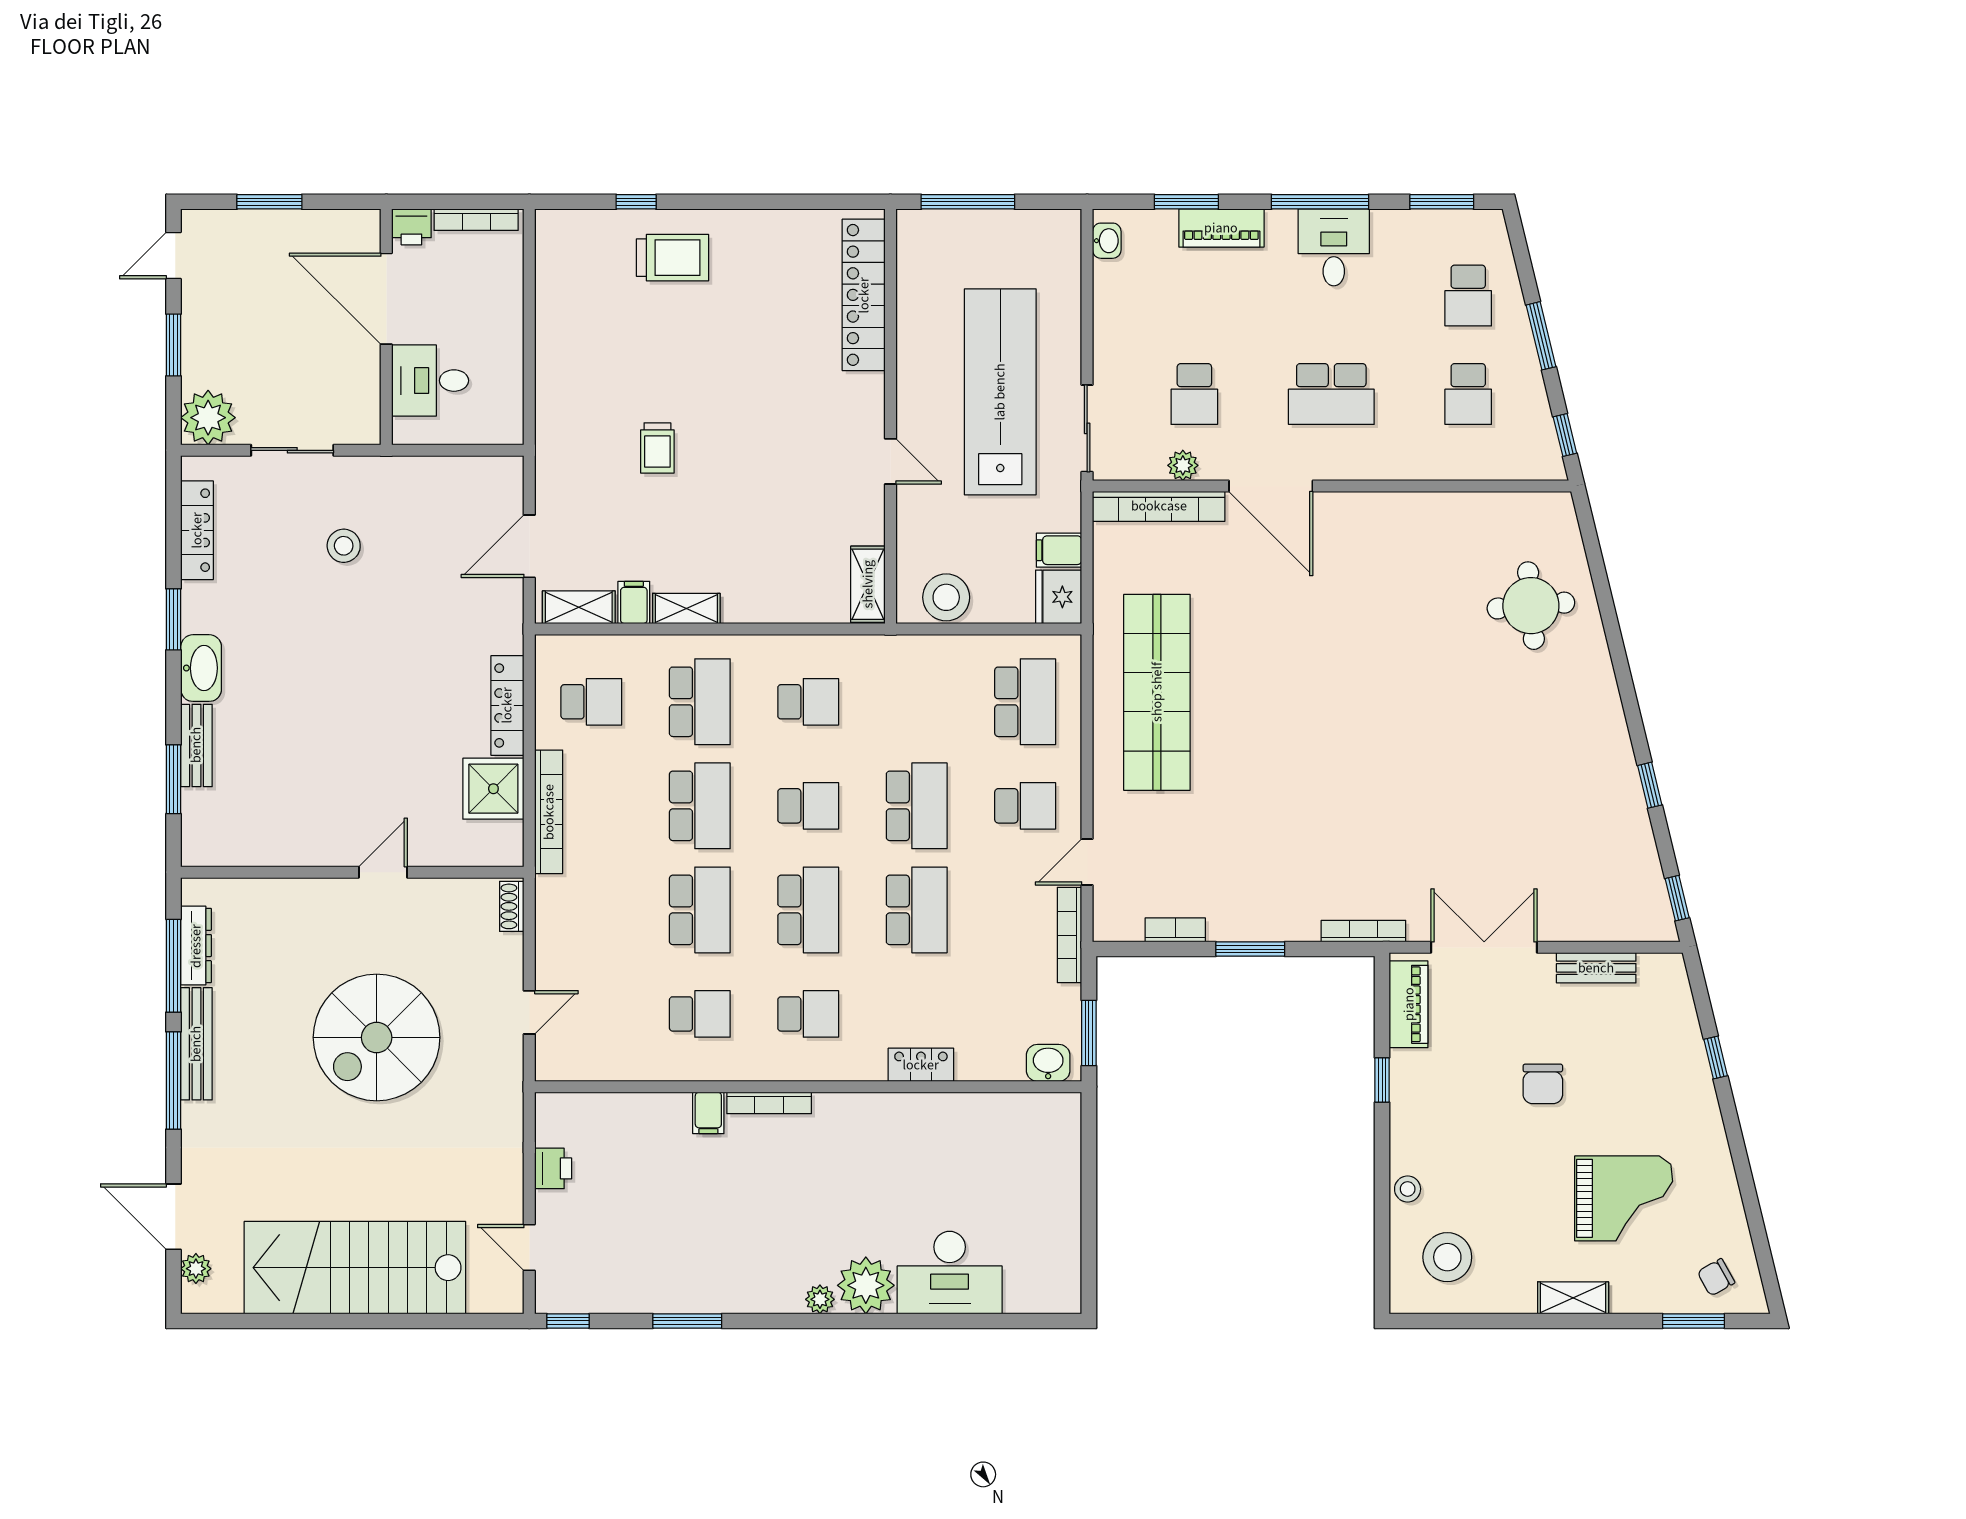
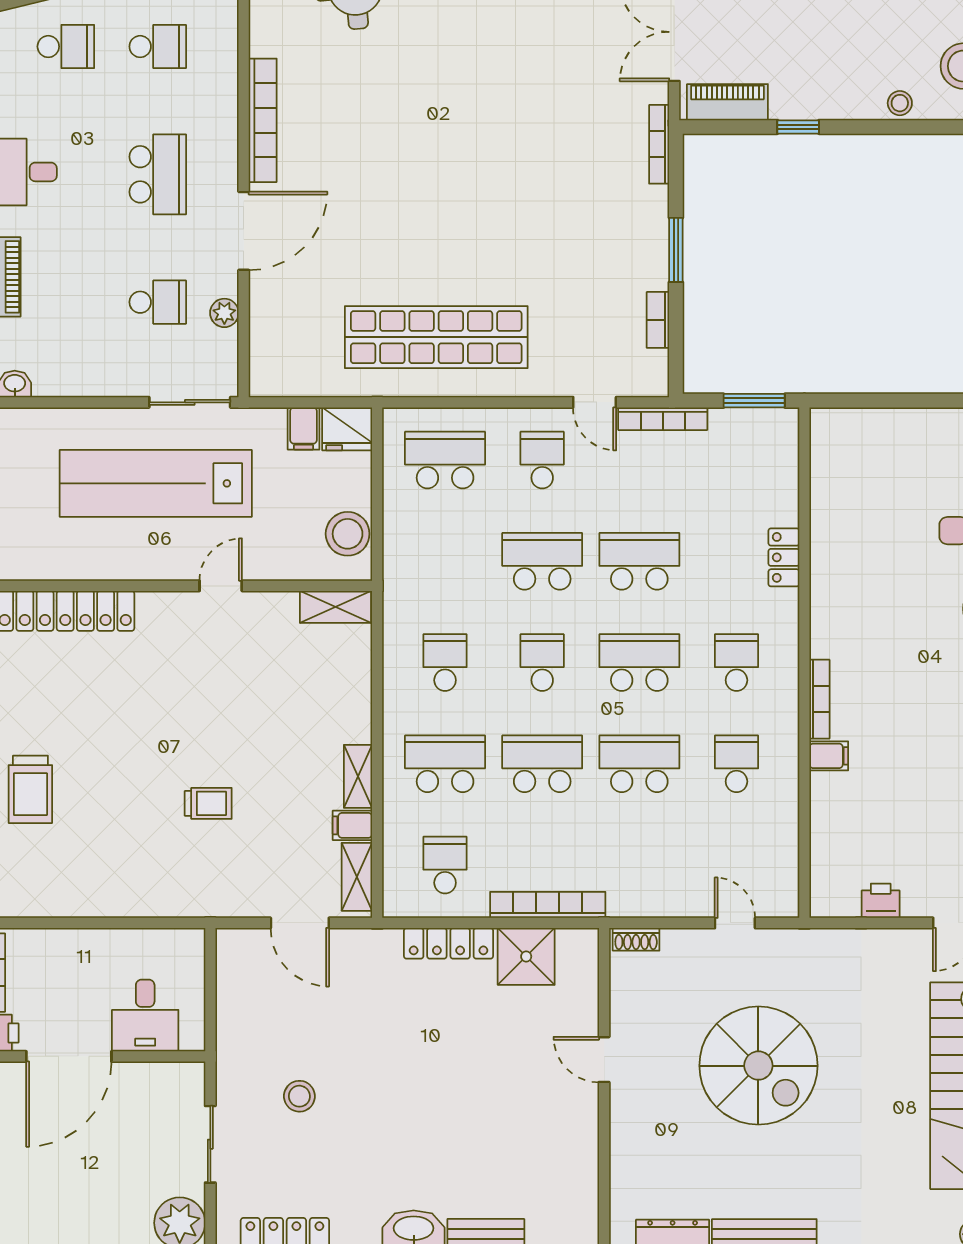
trolley: (672, 258) -> (30, 789), turned 180
bookcase: (1159, 506) -> (263, 120), moved
washbasin: (1048, 1063) -> (782, 439), removed

